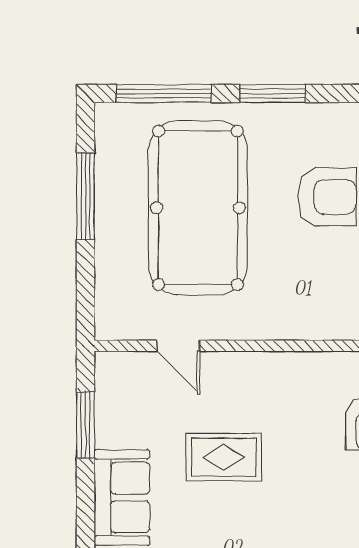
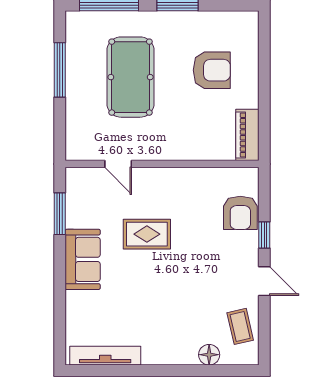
pool table: (198, 208) -> (131, 77), width x0.73, depth x0.76

